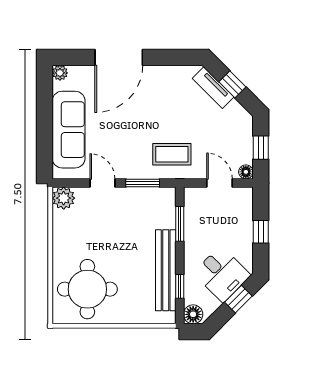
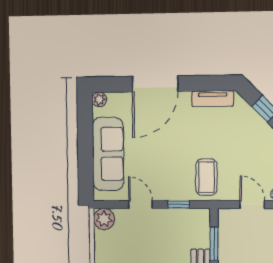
tv unit: (213, 88) -> (213, 99), moved, turned -45
coffee table: (172, 154) -> (206, 177), turned 90
window: (143, 183) -> (179, 205), width x0.67

